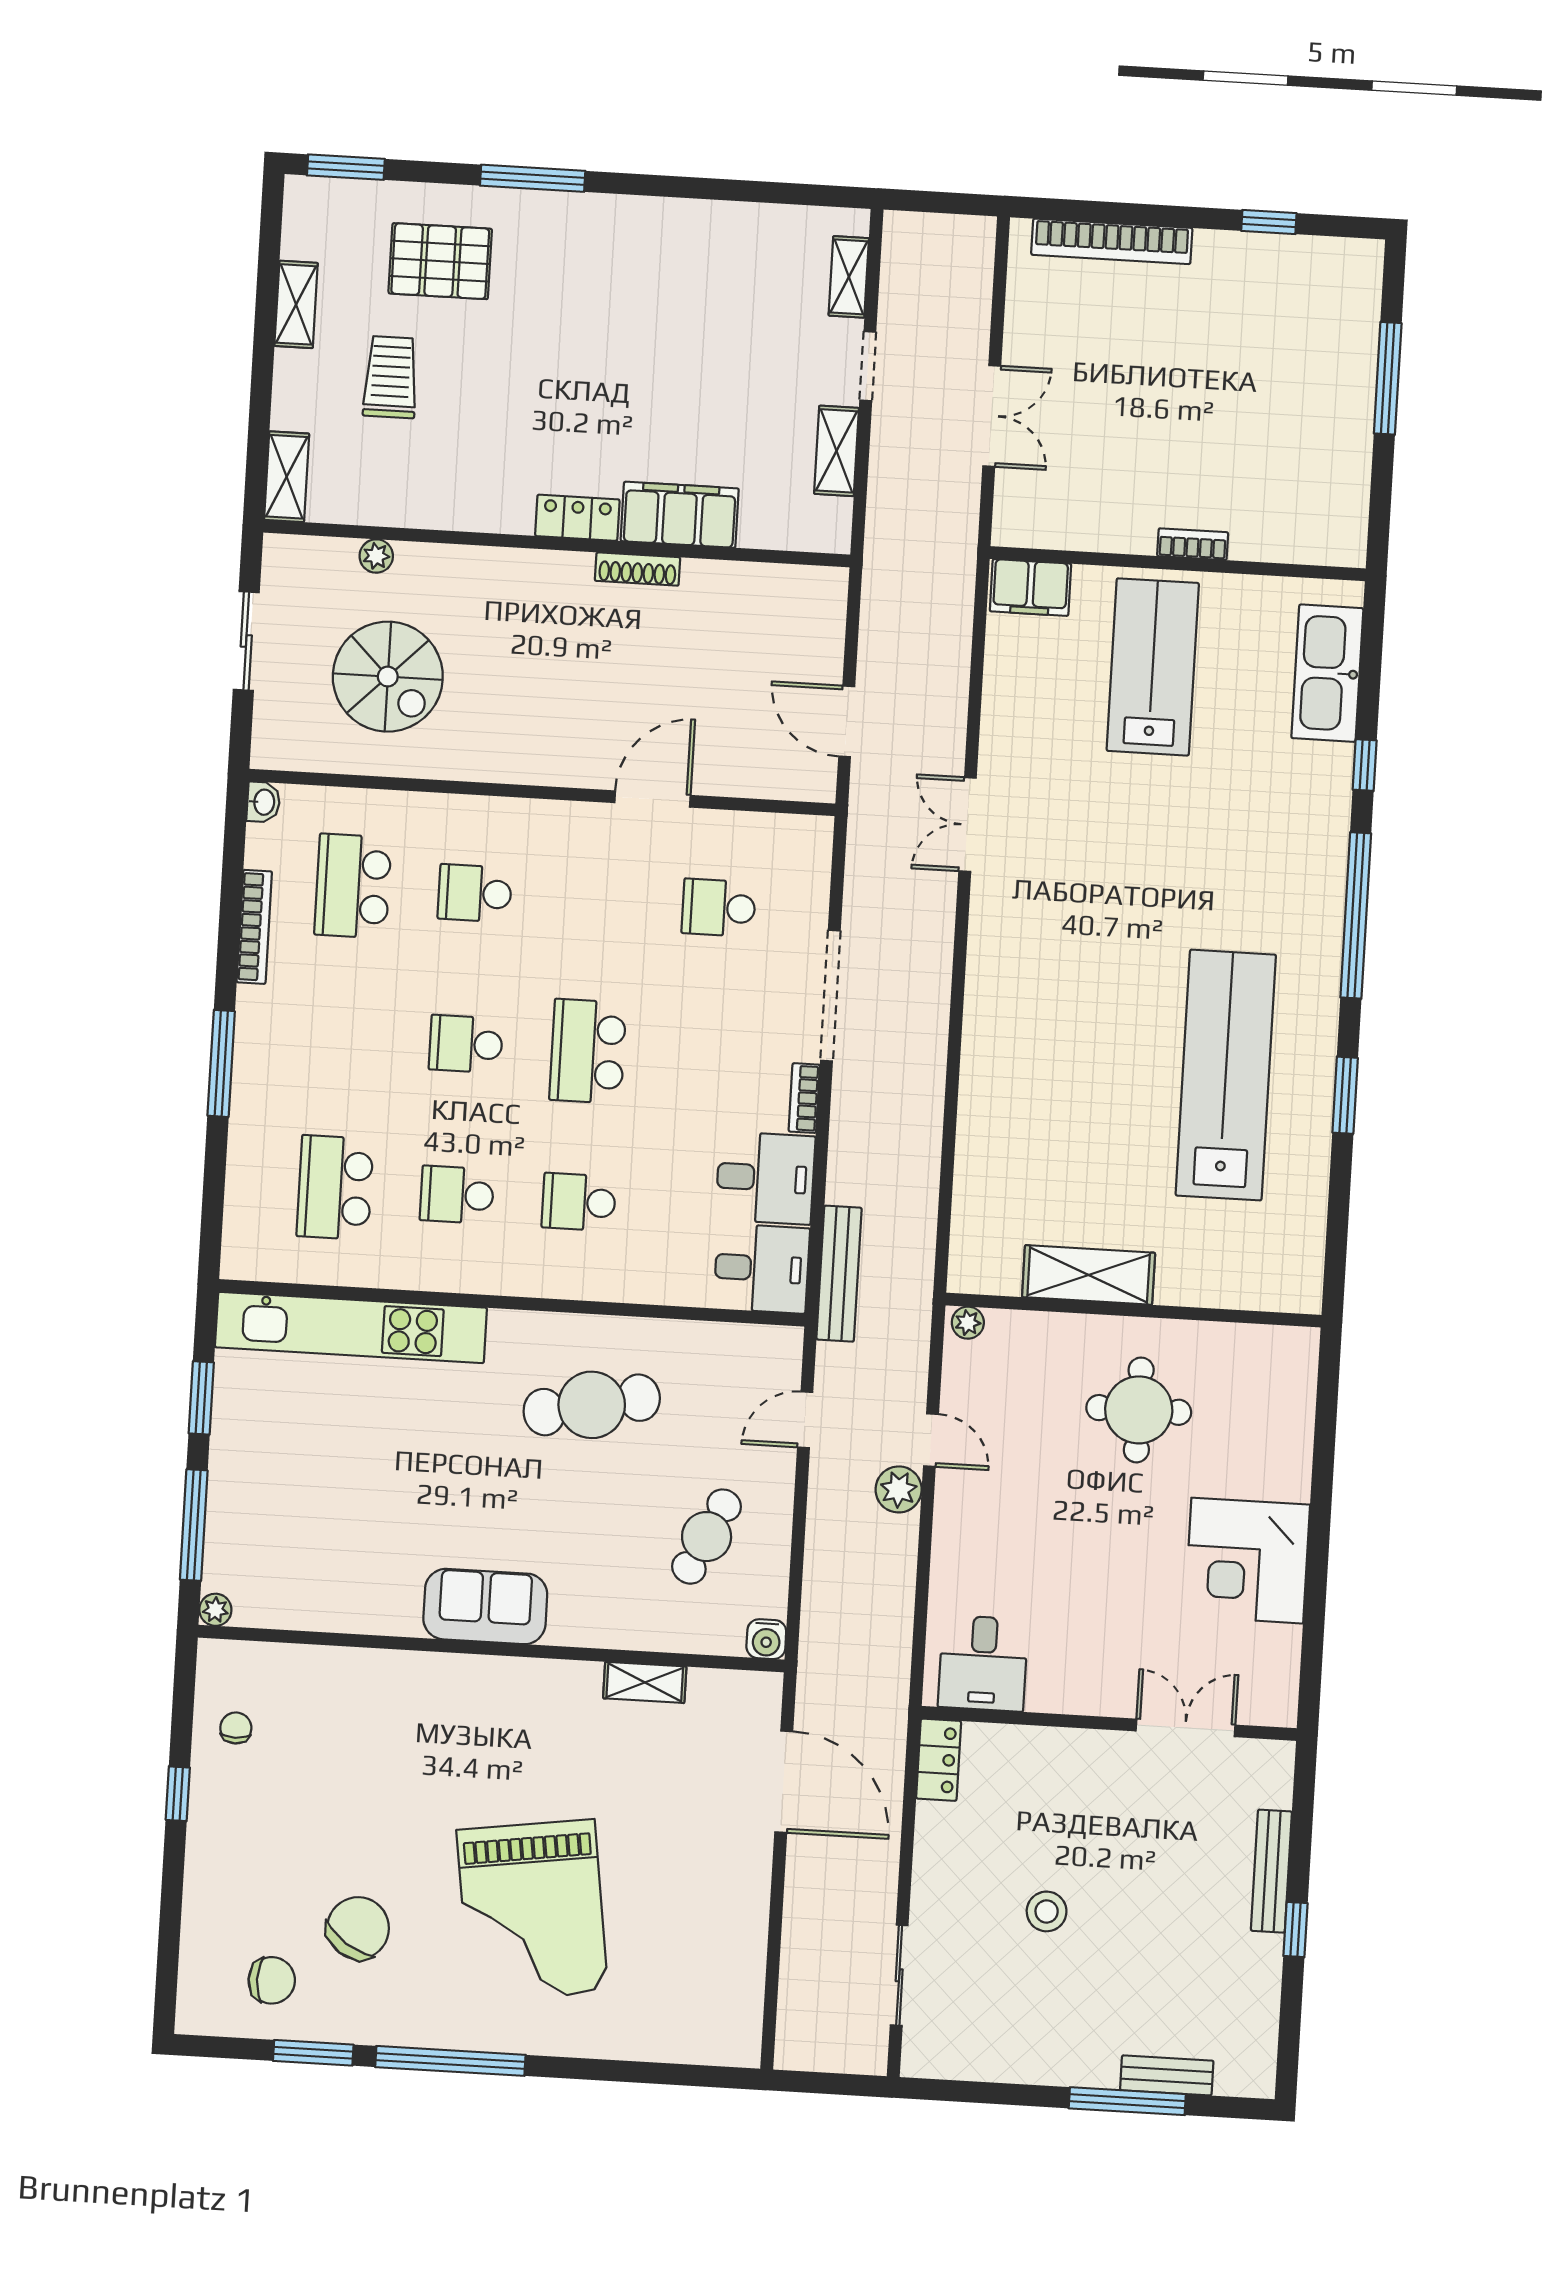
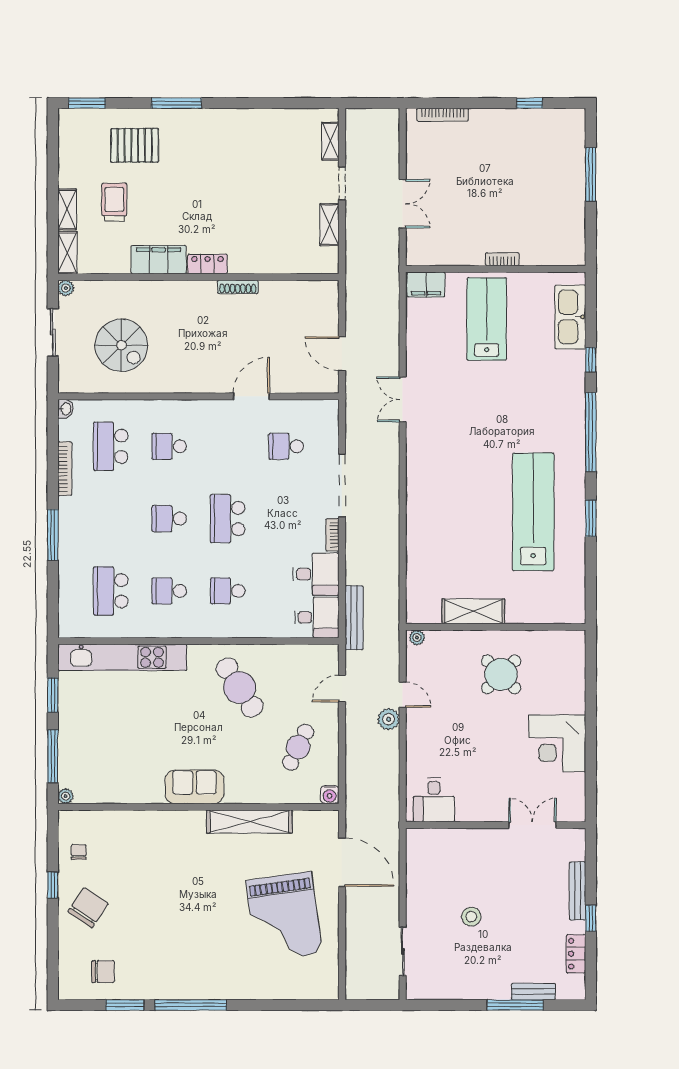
bookcase: (1112, 241) -> (443, 115), width x0.68, depth x0.76
shelving: (296, 304) -> (67, 209), moved
filing cabinet: (680, 515) -> (159, 260), moved
plant: (376, 556) -> (66, 288), moved
cafe table: (592, 1405) -> (240, 687), turned 69
round table: (1139, 1410) -> (501, 674), turned 45
shelving: (645, 1682) -> (249, 822), width x2.20, depth x1.33
locker: (939, 1760) -> (576, 954), moved, turned 180
grand piano: (532, 1911) -> (284, 917), moved
chair: (358, 1928) -> (88, 908), moved

